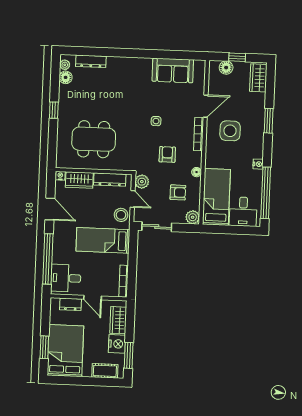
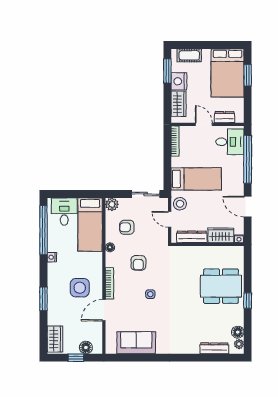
dining table: (94, 139) -> (221, 286), moved
plant: (142, 182) -> (161, 236), removed

